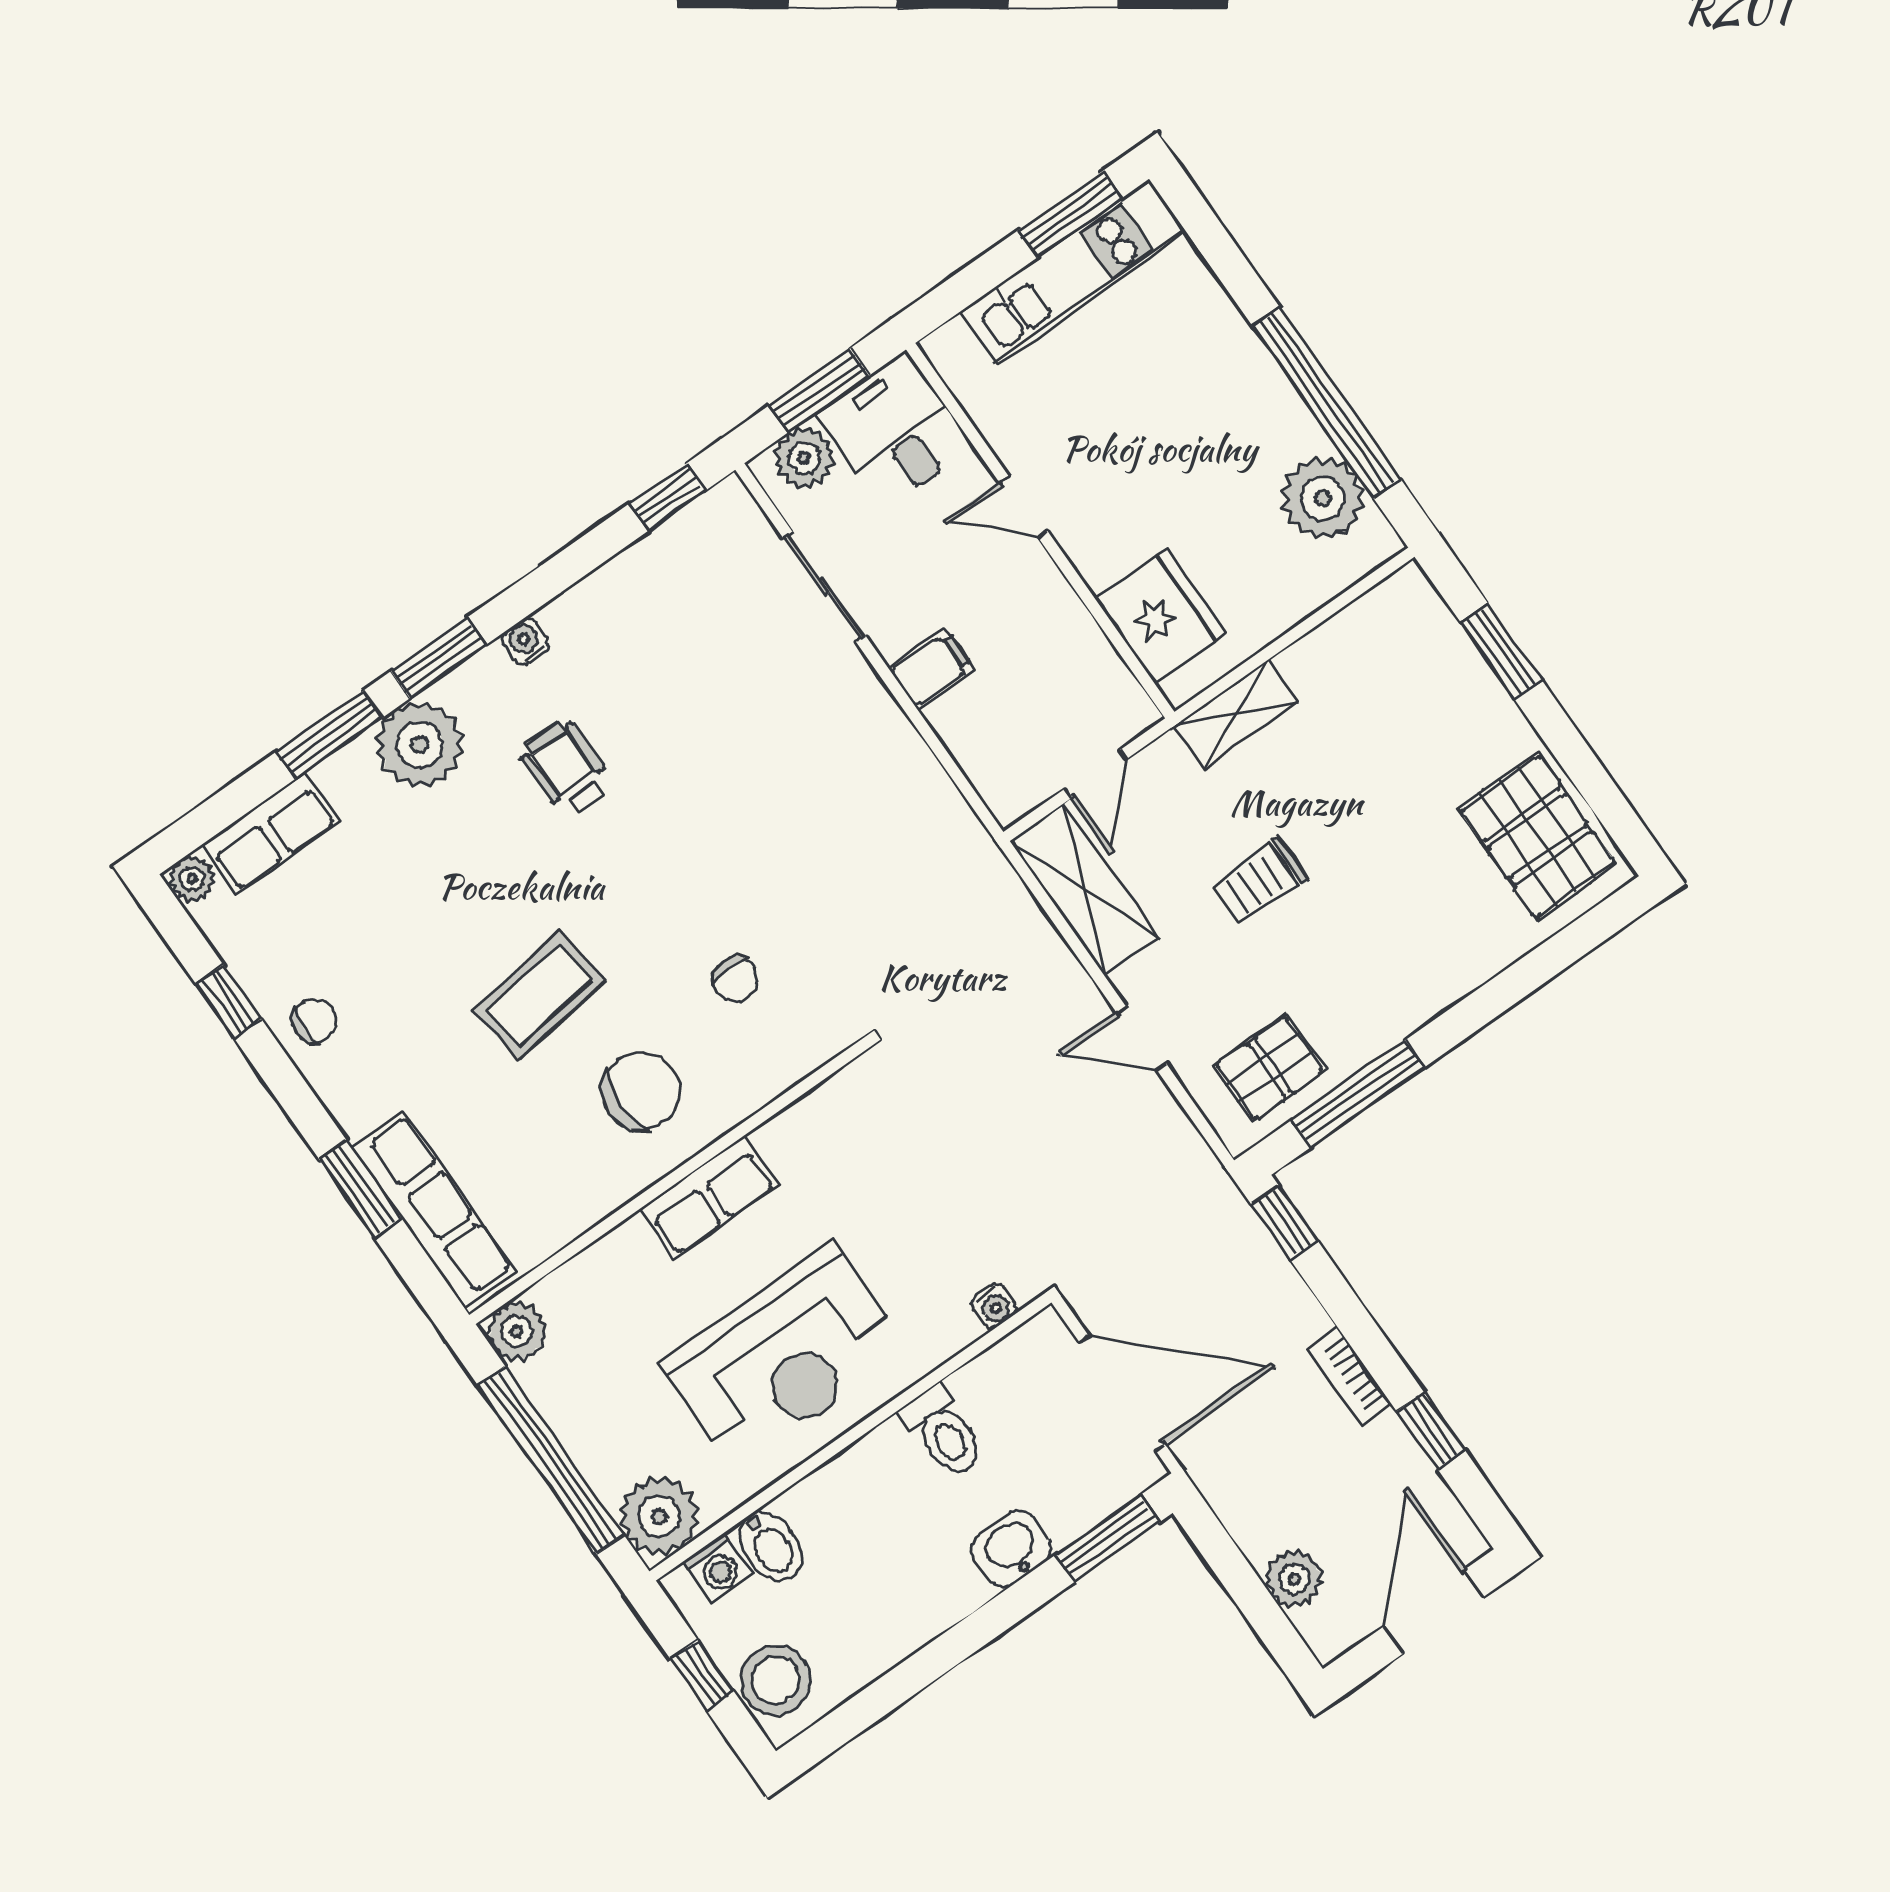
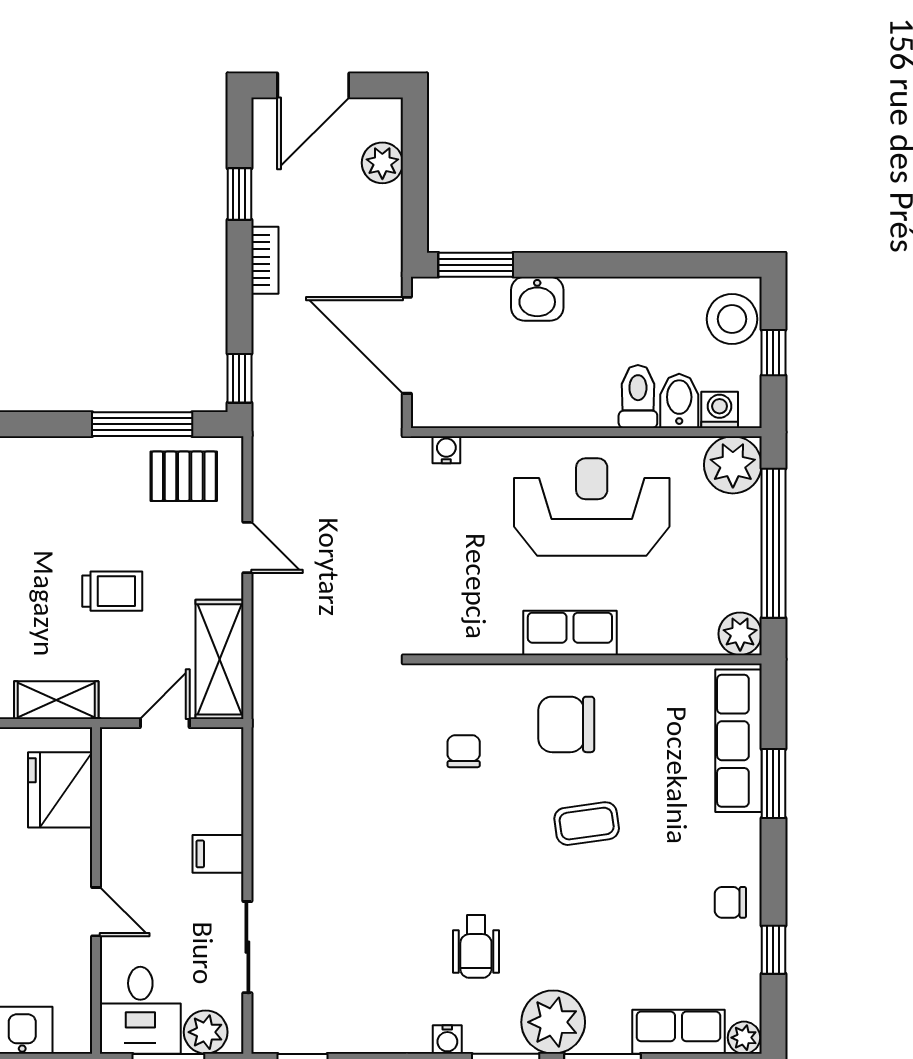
coffee table: (539, 995) -> (587, 824), width x0.73, depth x0.77
toilet: (943, 1432) -> (638, 397), moved

